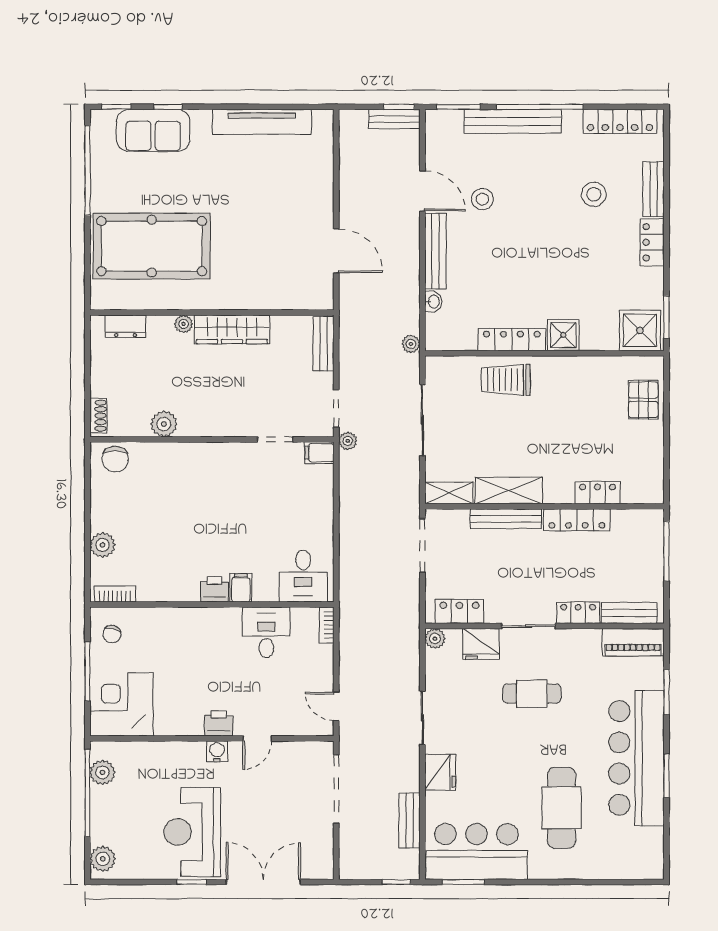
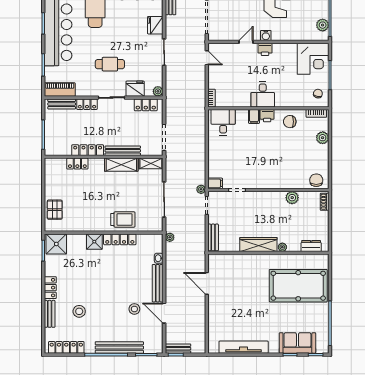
chair: (169, 577) -> (290, 122), added
desk: (266, 632) -> (263, 94), moved

